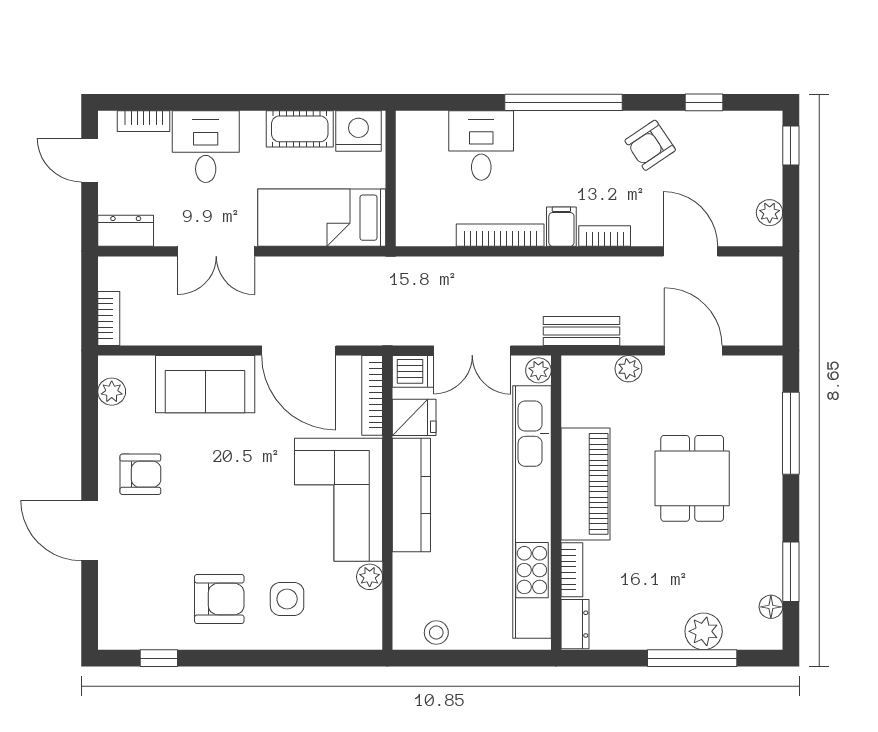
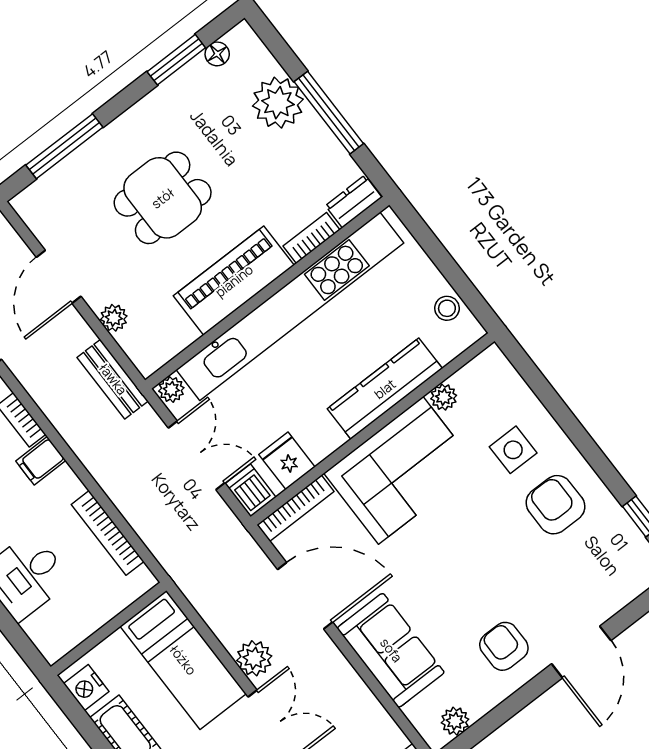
nightstand: (358, 131) -> (86, 688), width x0.74, depth x0.75
bookcase: (500, 235) -> (108, 533), moved
plant: (281, 274) -> (254, 658), added
door: (299, 351) -> (305, 596), hinge flipped
kitchen counter: (411, 495) -> (385, 389), moved
plant: (704, 631) -> (278, 103), width x1.36, depth x1.36
window: (692, 658) -> (329, 113), moved

